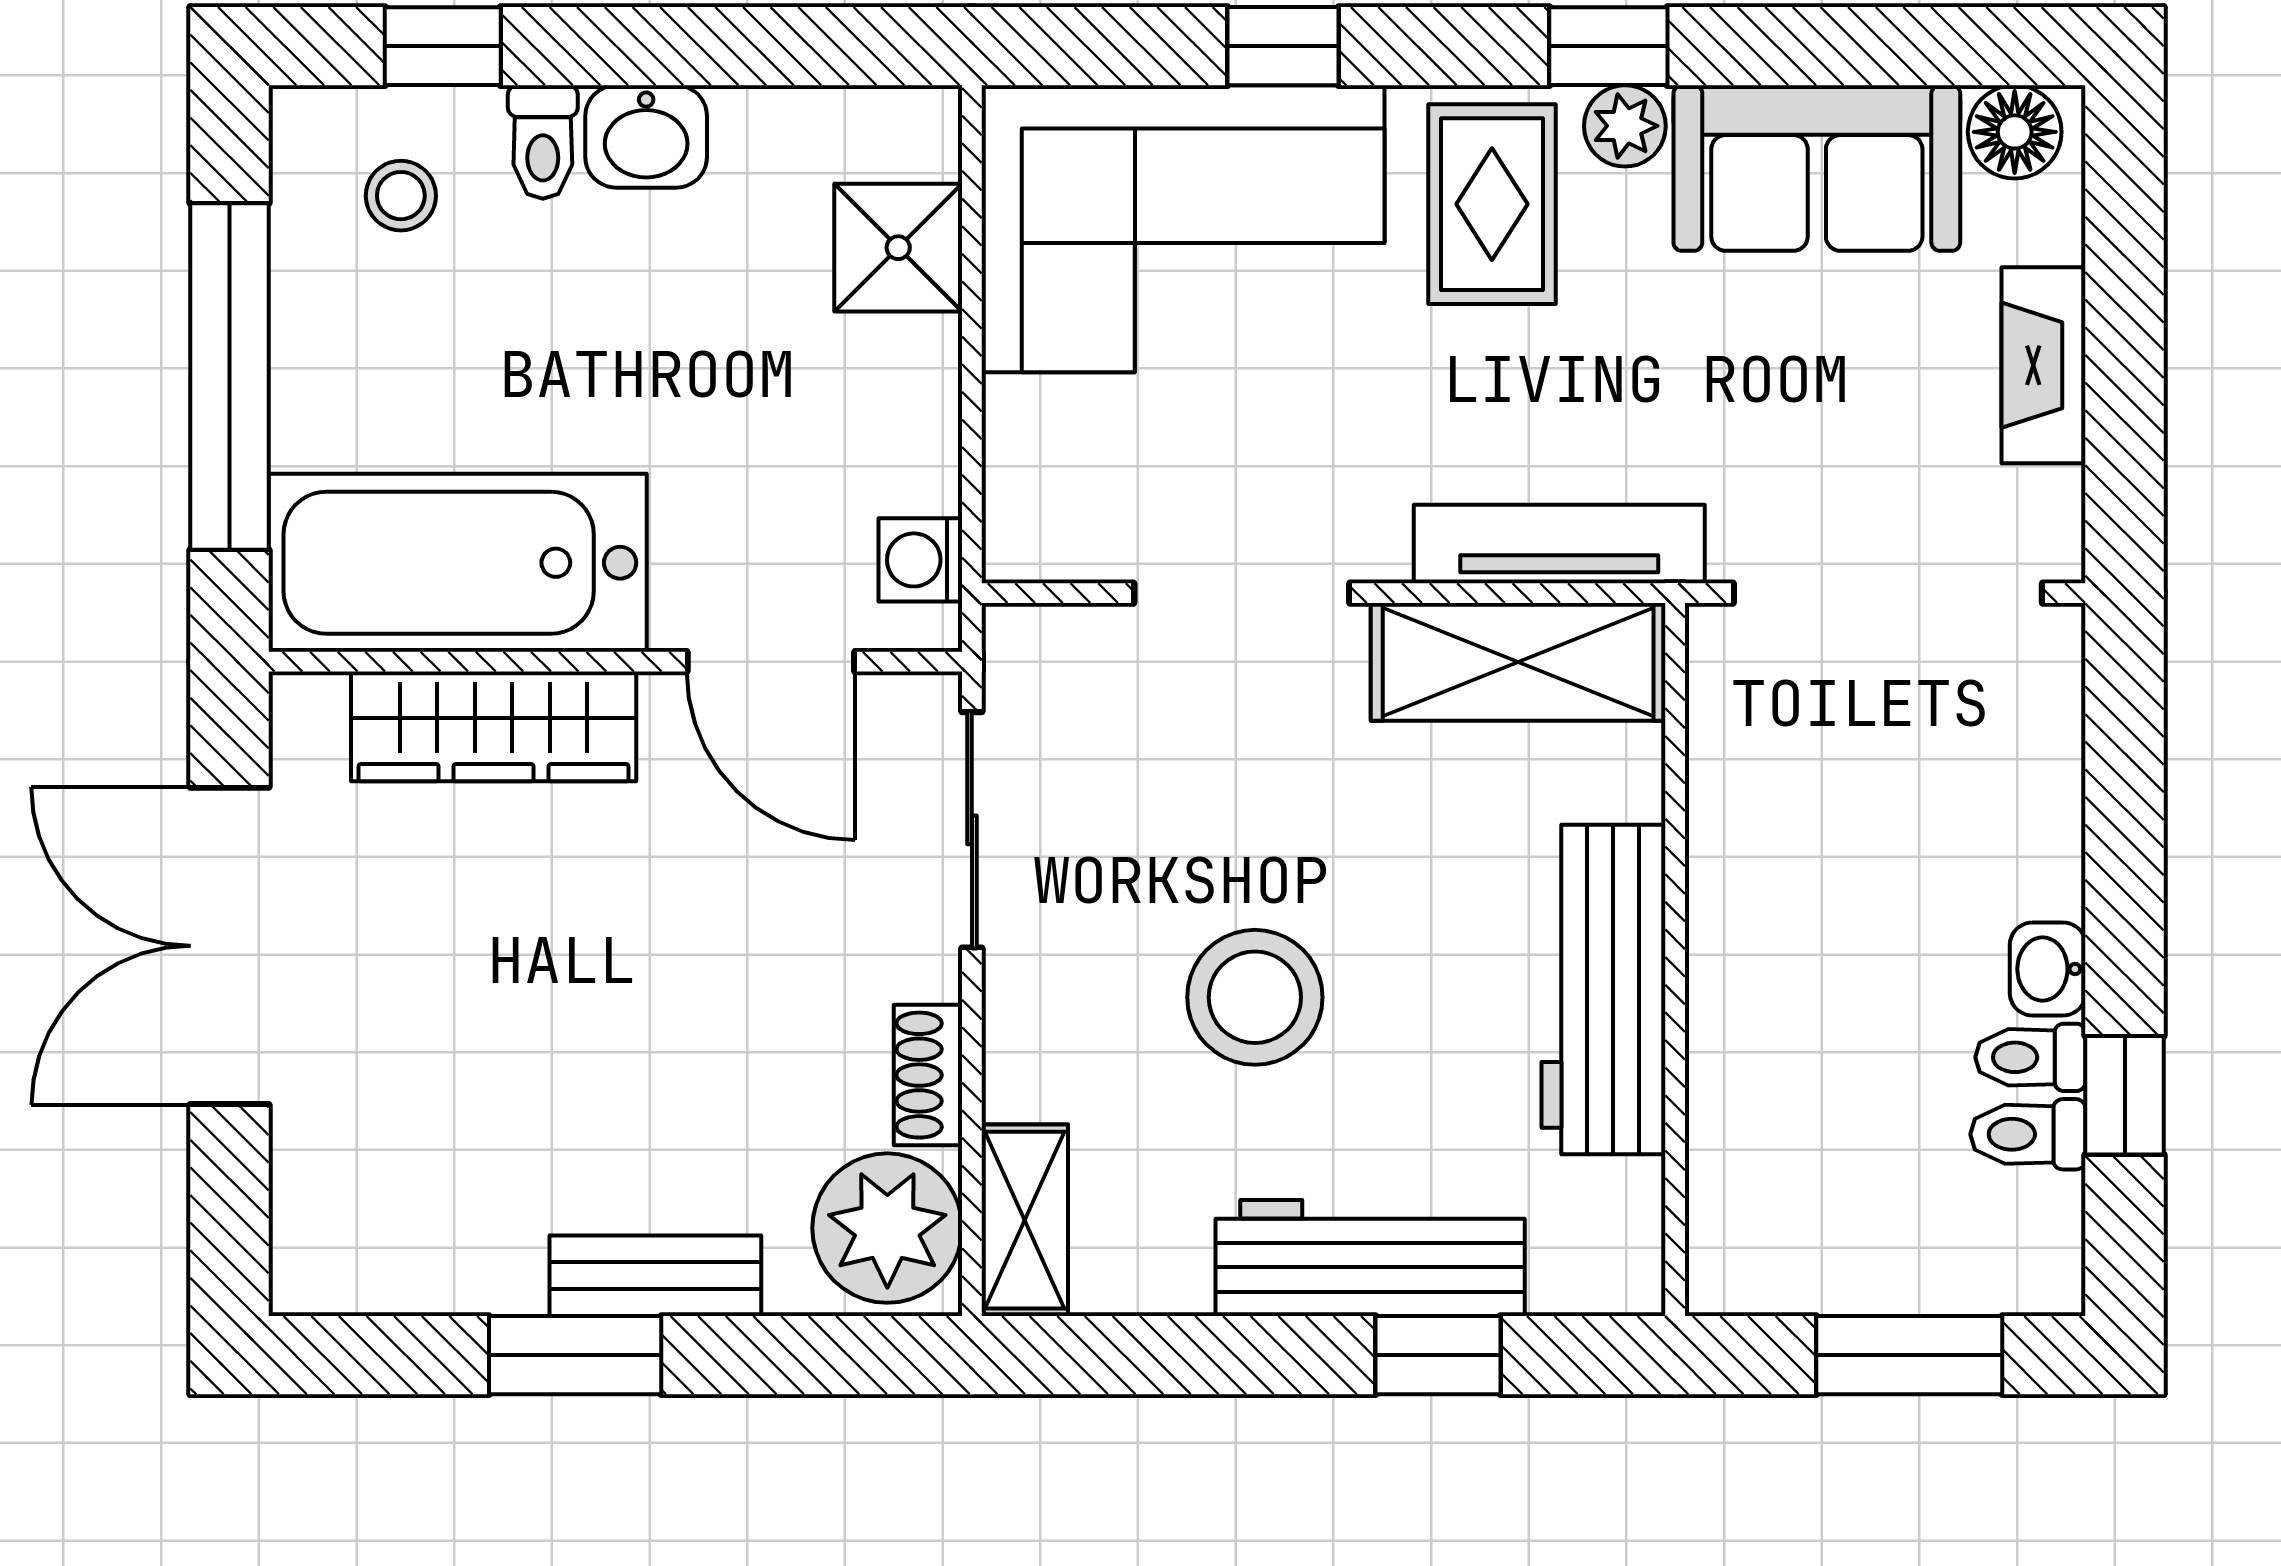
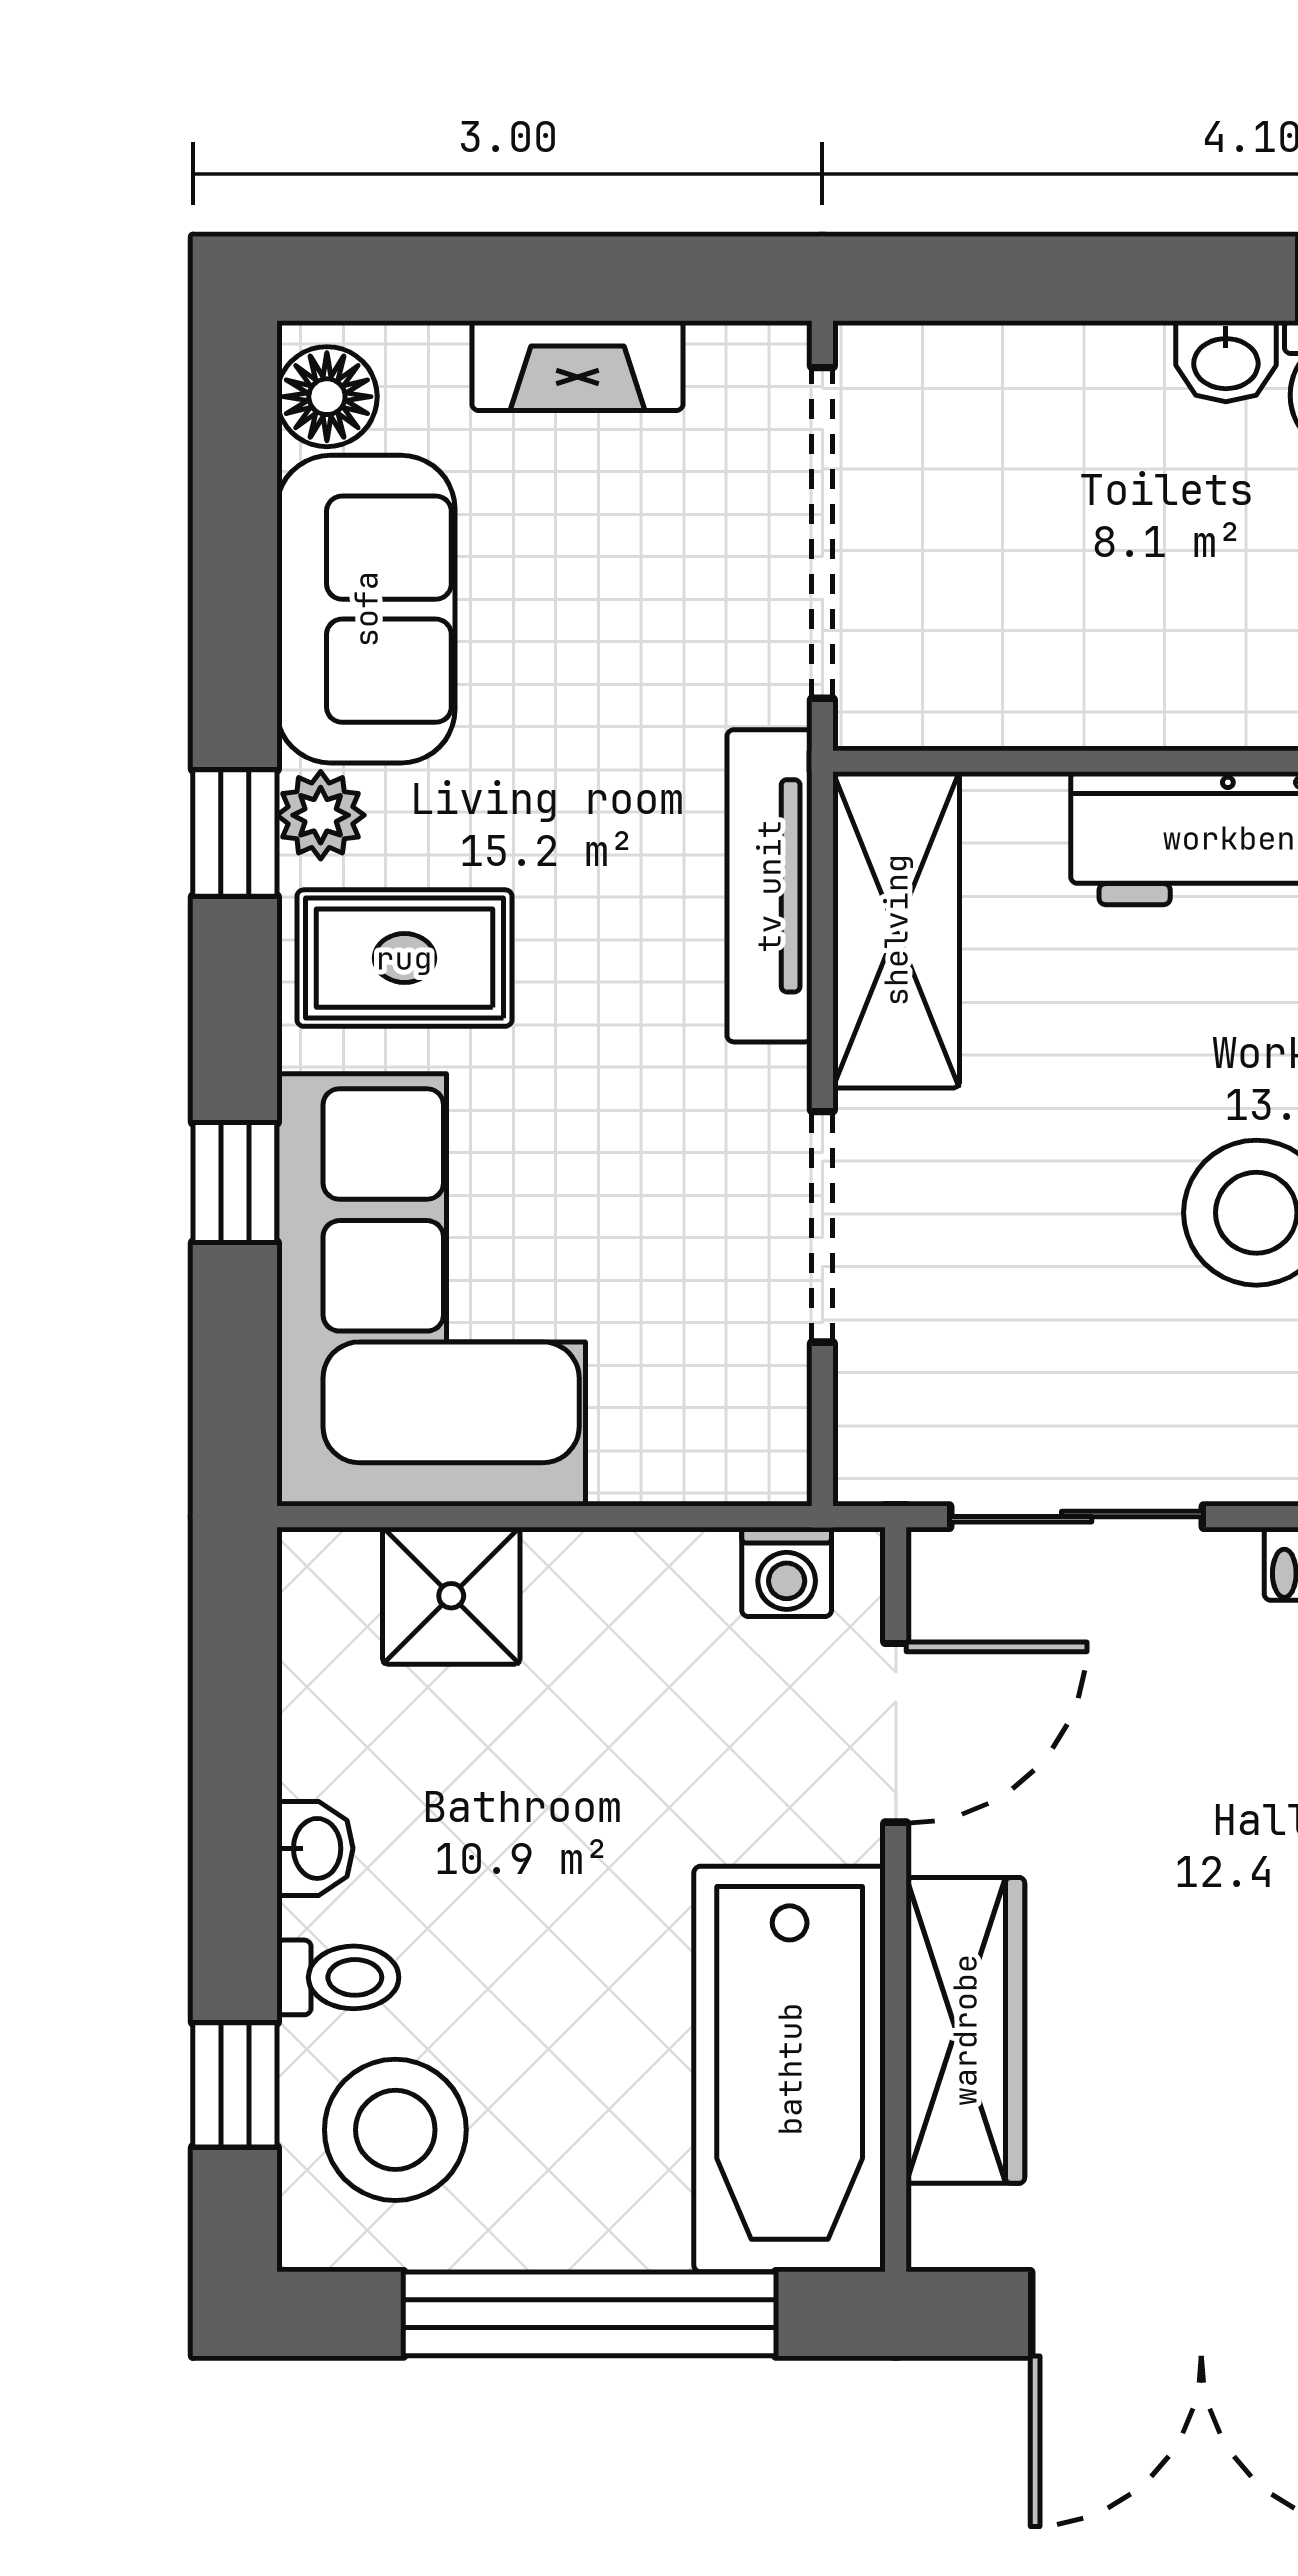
washbasin: (646, 137) -> (315, 1848), width x0.72, depth x0.69
stool: (401, 196) -> (395, 2130), width x1.89, depth x1.89

